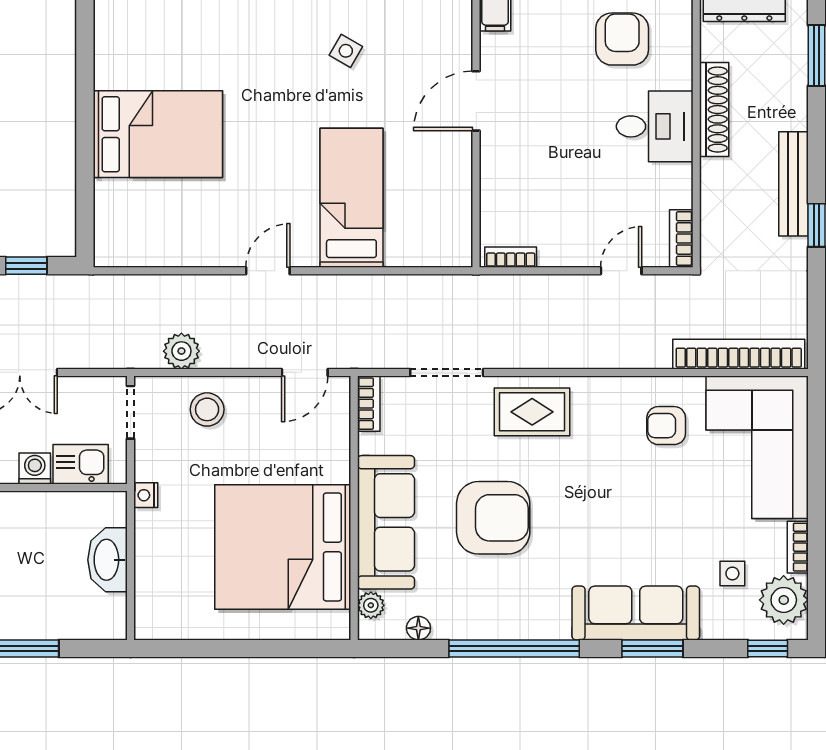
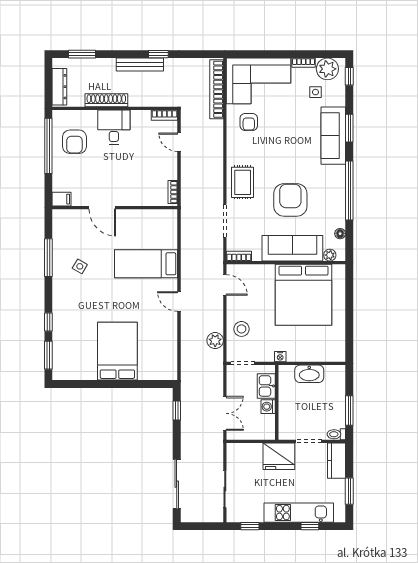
armchair: (622, 39) -> (74, 142), turned -90

